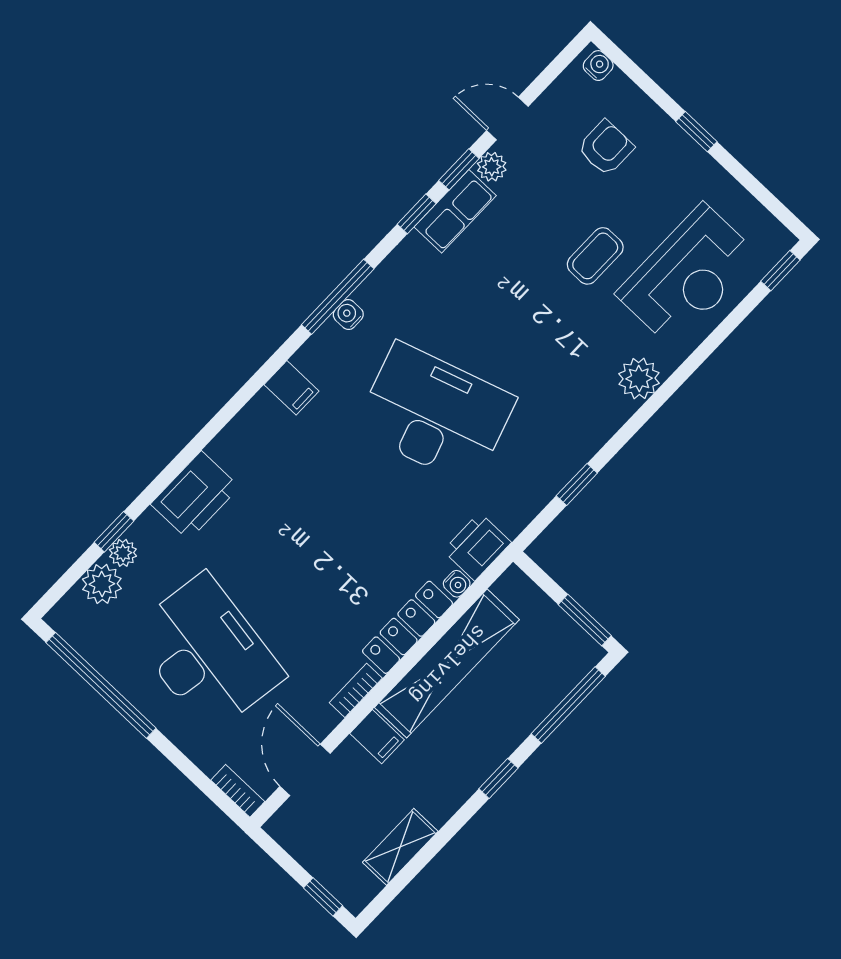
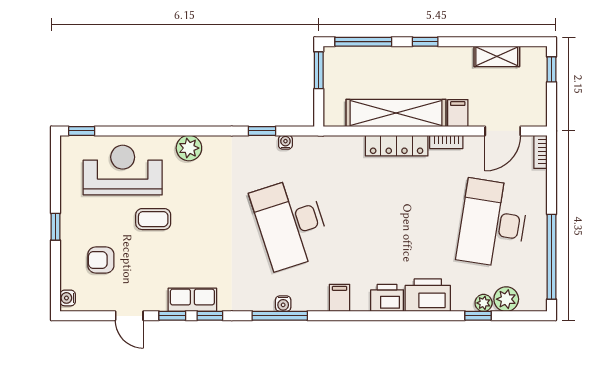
plant: (492, 167) -> (157, 302), removed
printer: (477, 547) -> (387, 298), moved, turned 180
water cooler: (457, 584) -> (285, 142), moved

